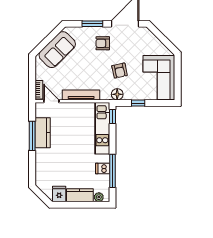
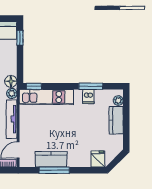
plant: (106, 95) -> (12, 93), added
window: (138, 103) -> (20, 38), moved
window: (113, 171) -> (91, 86), width x0.69
fridge: (59, 194) -> (98, 159), moved, turned 90

